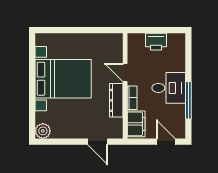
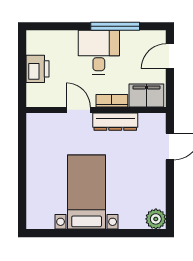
door: (125, 72) -> (78, 110), swing flipped
bed with nightstands: (63, 79) -> (87, 192), width x0.73

